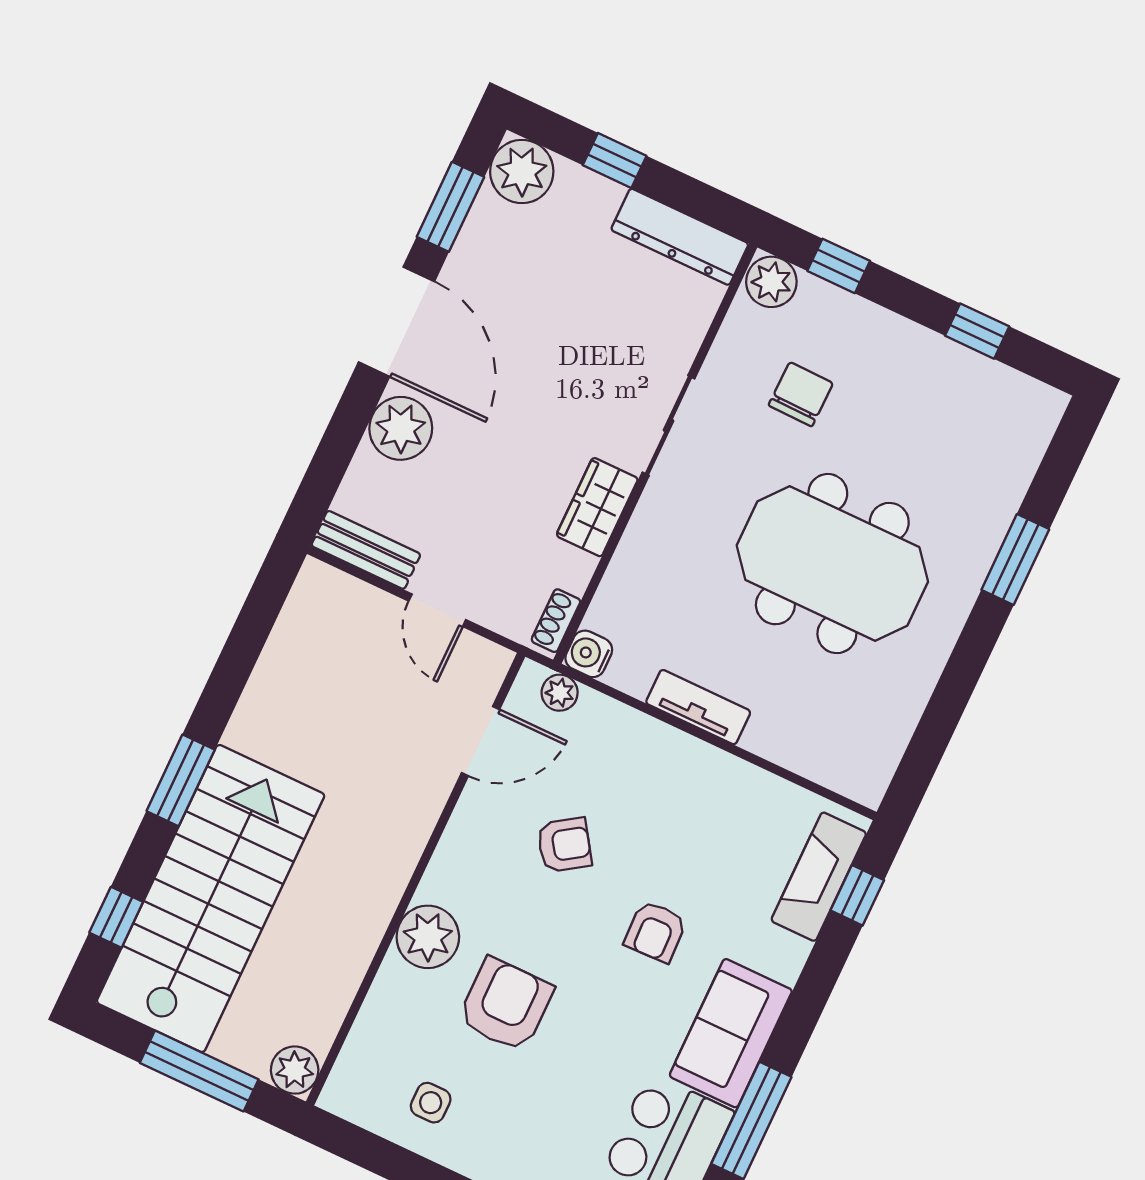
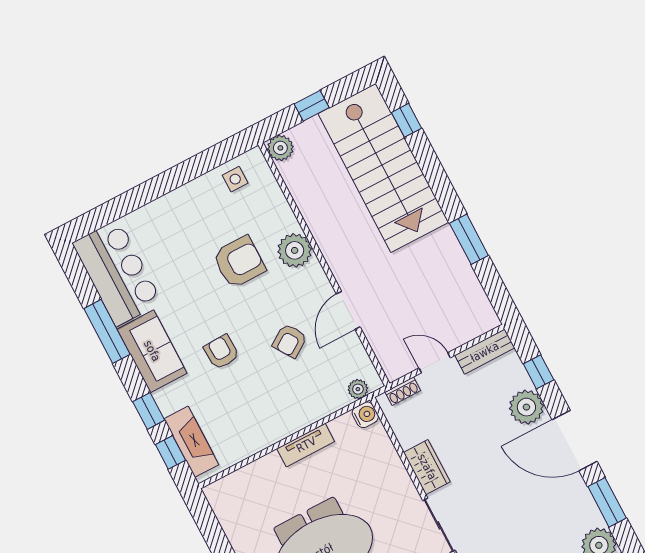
window: (336, 449) -> (539, 372), added
shoe rack: (556, 621) -> (403, 391), moved, turned 90
door: (480, 741) -> (348, 310), moved
window: (181, 780) -> (469, 239), moved
window: (821, 972) -> (149, 411), added
armchair: (506, 1005) -> (239, 262), turned -90
window: (199, 1071) -> (312, 106), width x0.46
side table: (431, 1103) -> (235, 179), moved

